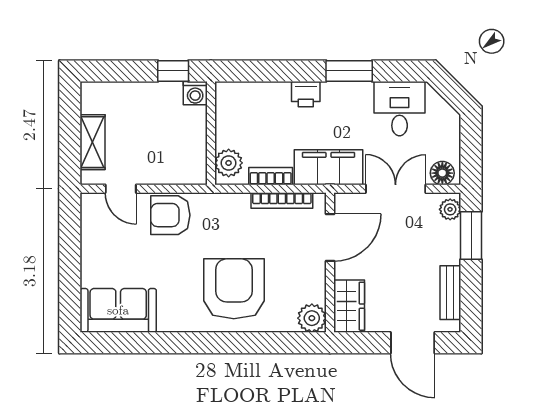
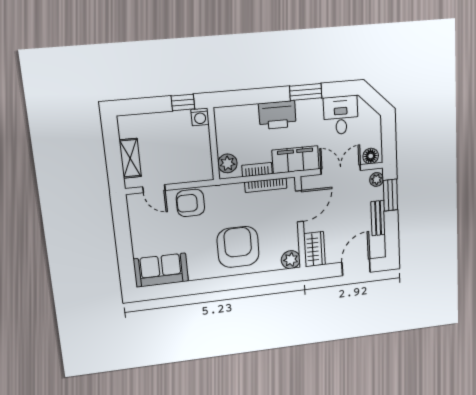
printer: (306, 94) -> (277, 115), width x1.87, depth x1.48
bench: (450, 293) -> (378, 218), moved
door: (413, 343) -> (356, 267), swing flipped

